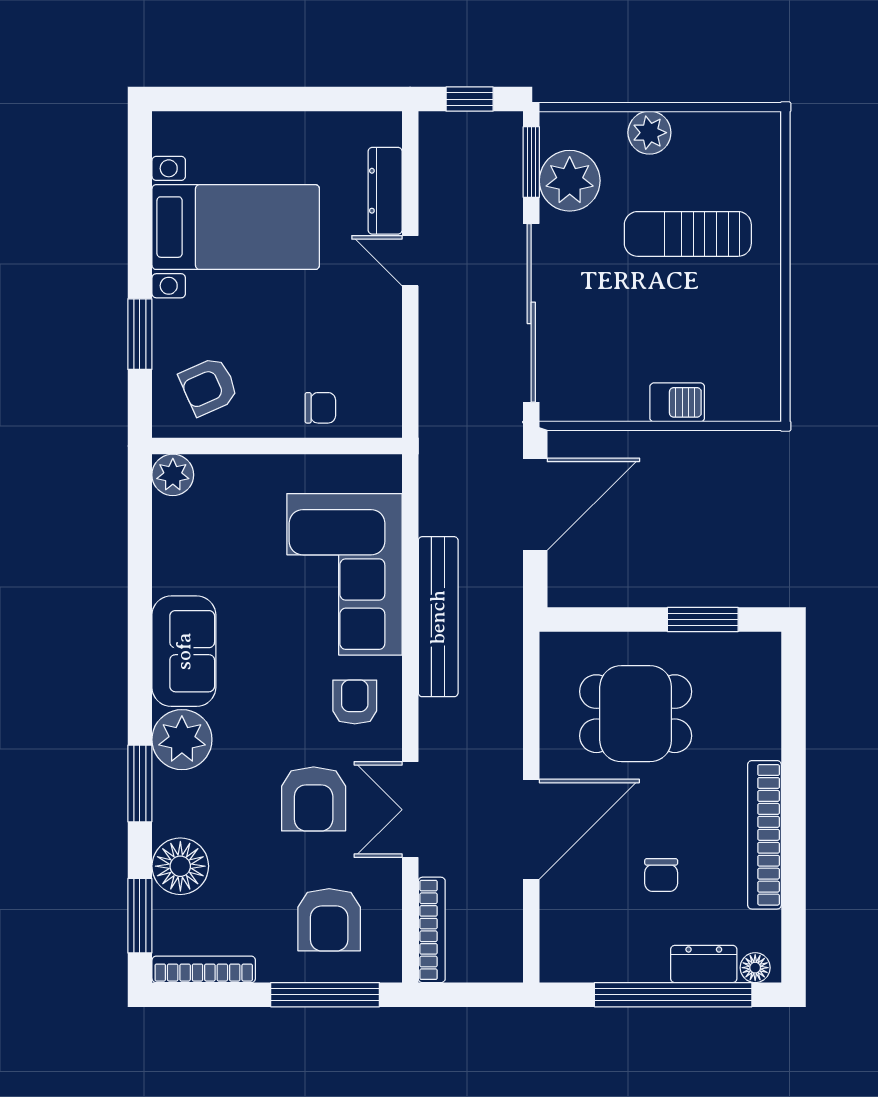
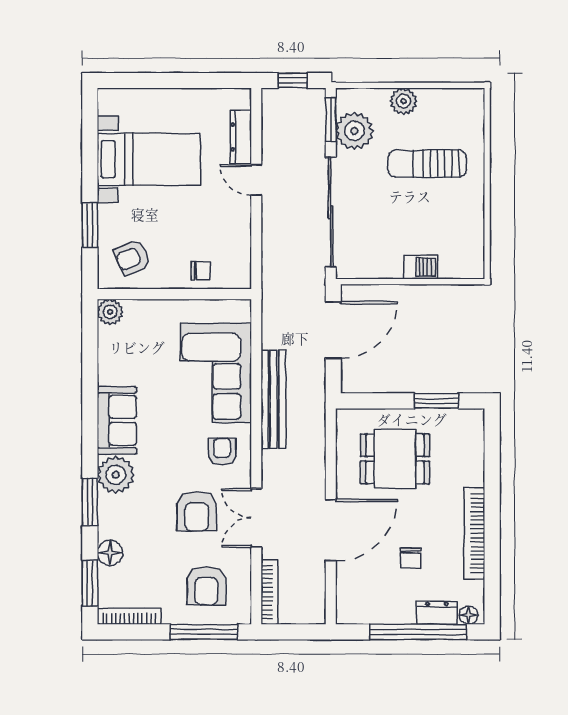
floor lamp: (180, 866) -> (110, 553), width x0.73, depth x0.73

